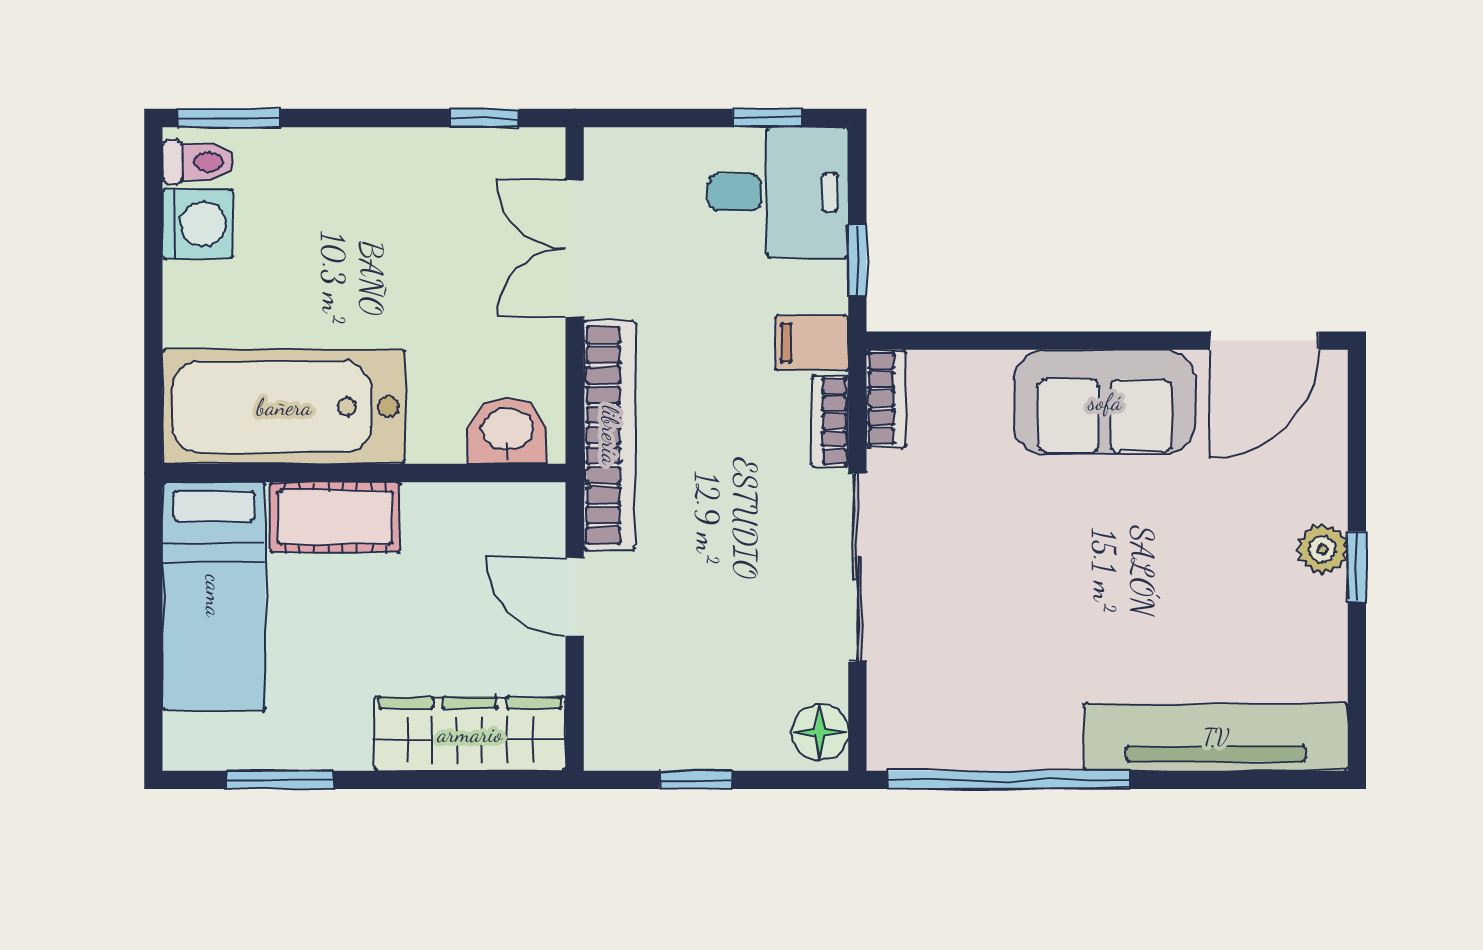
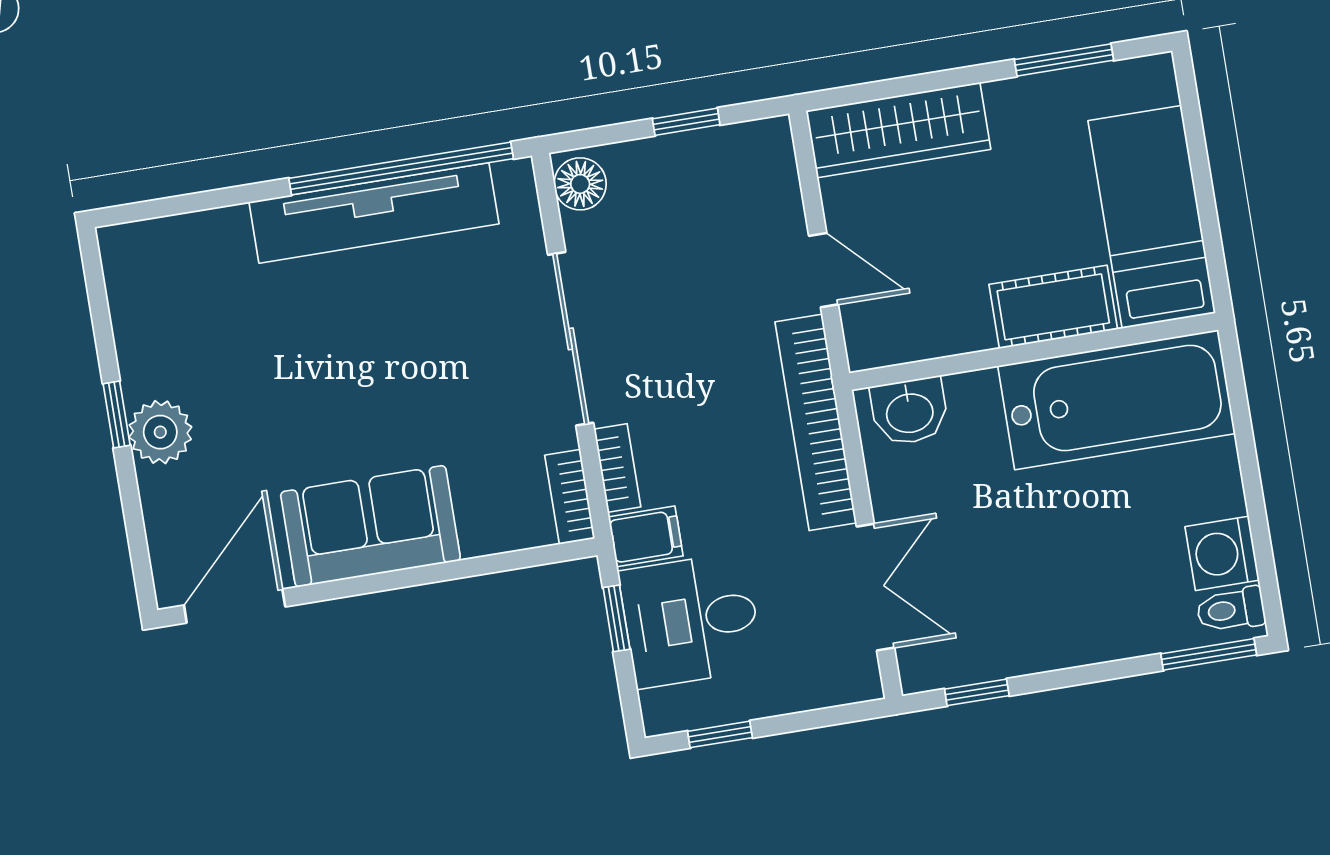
desk: (778, 192) -> (691, 620), moved
plant: (1323, 549) -> (160, 432), width x1.38, depth x1.38
tv unit: (1216, 737) -> (374, 213), moved

